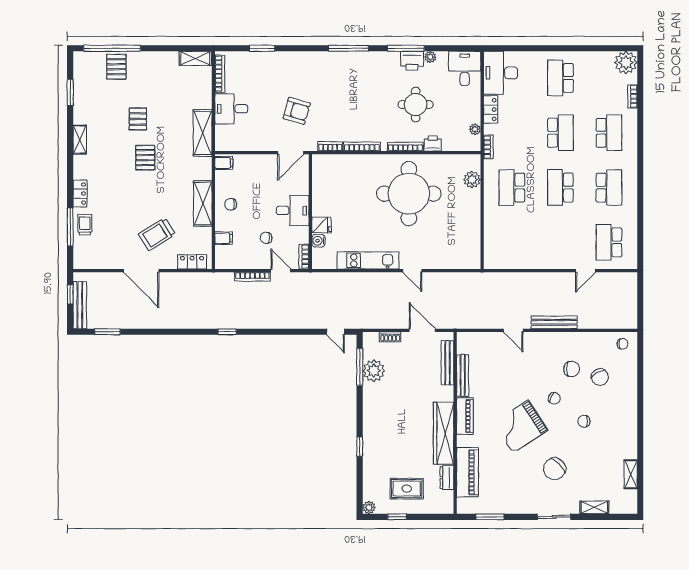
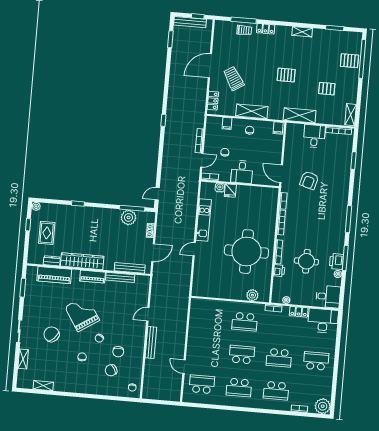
pallet: (138, 119) -> (327, 89), moved
school desk: (512, 188) -> (245, 322), turned 180

